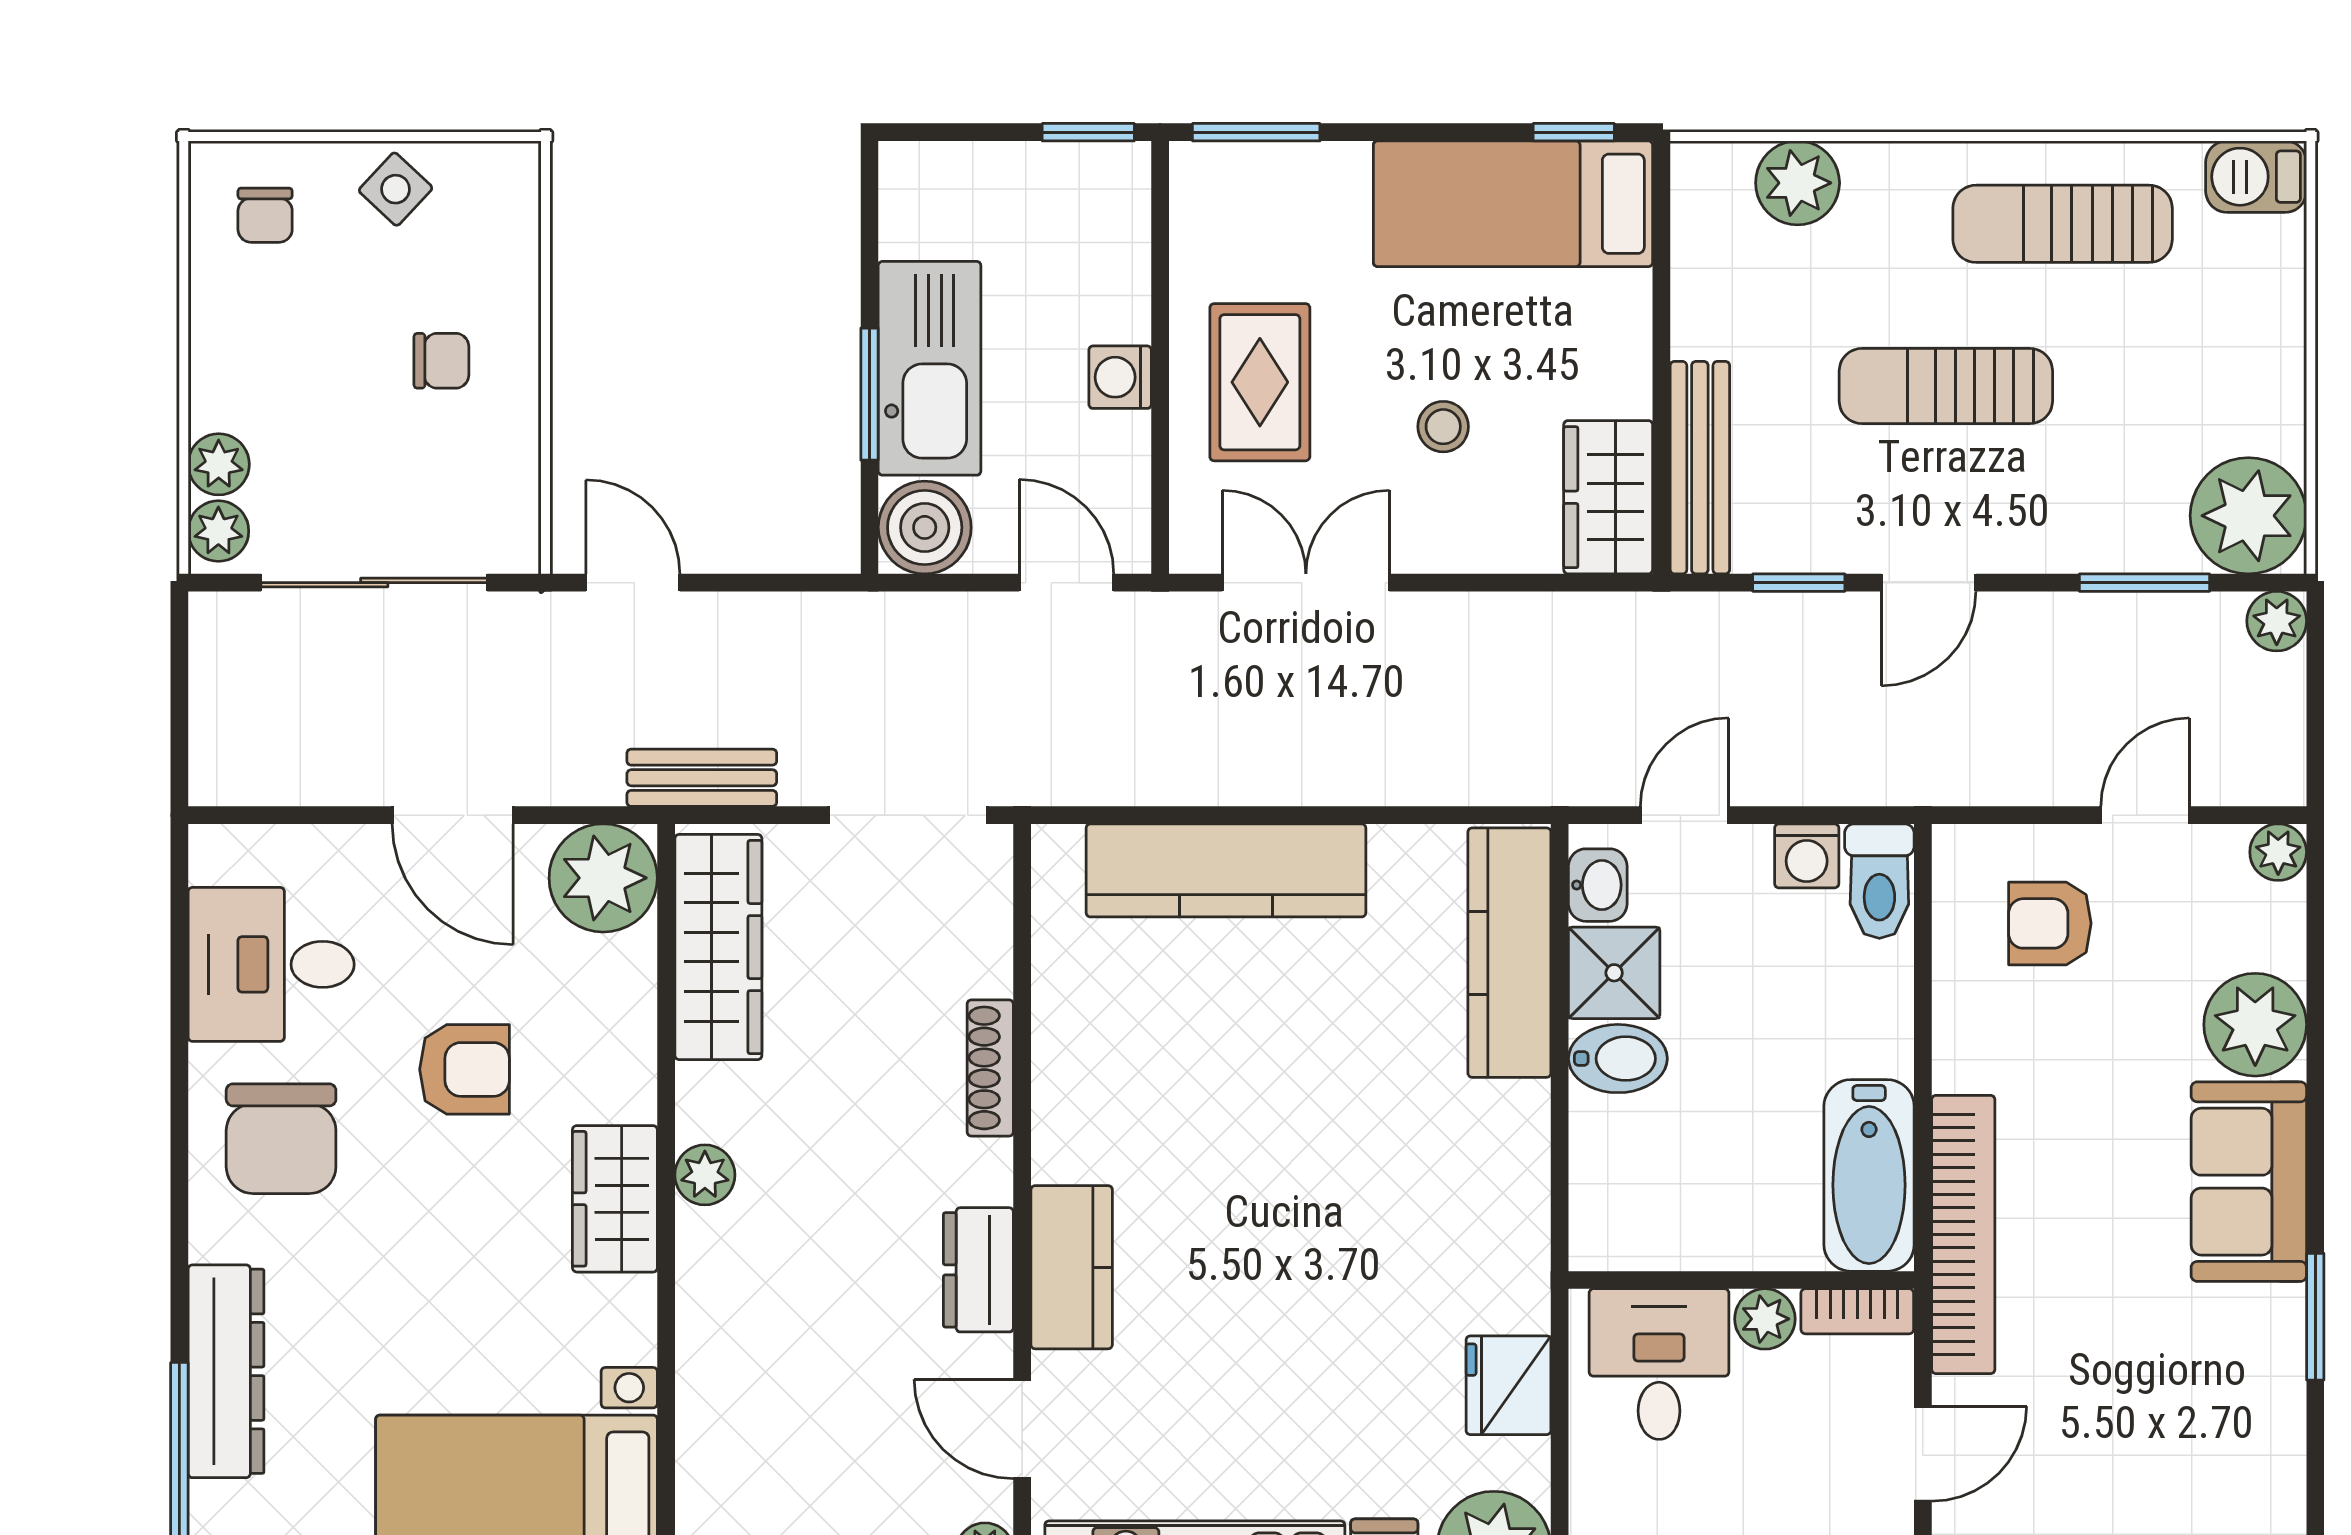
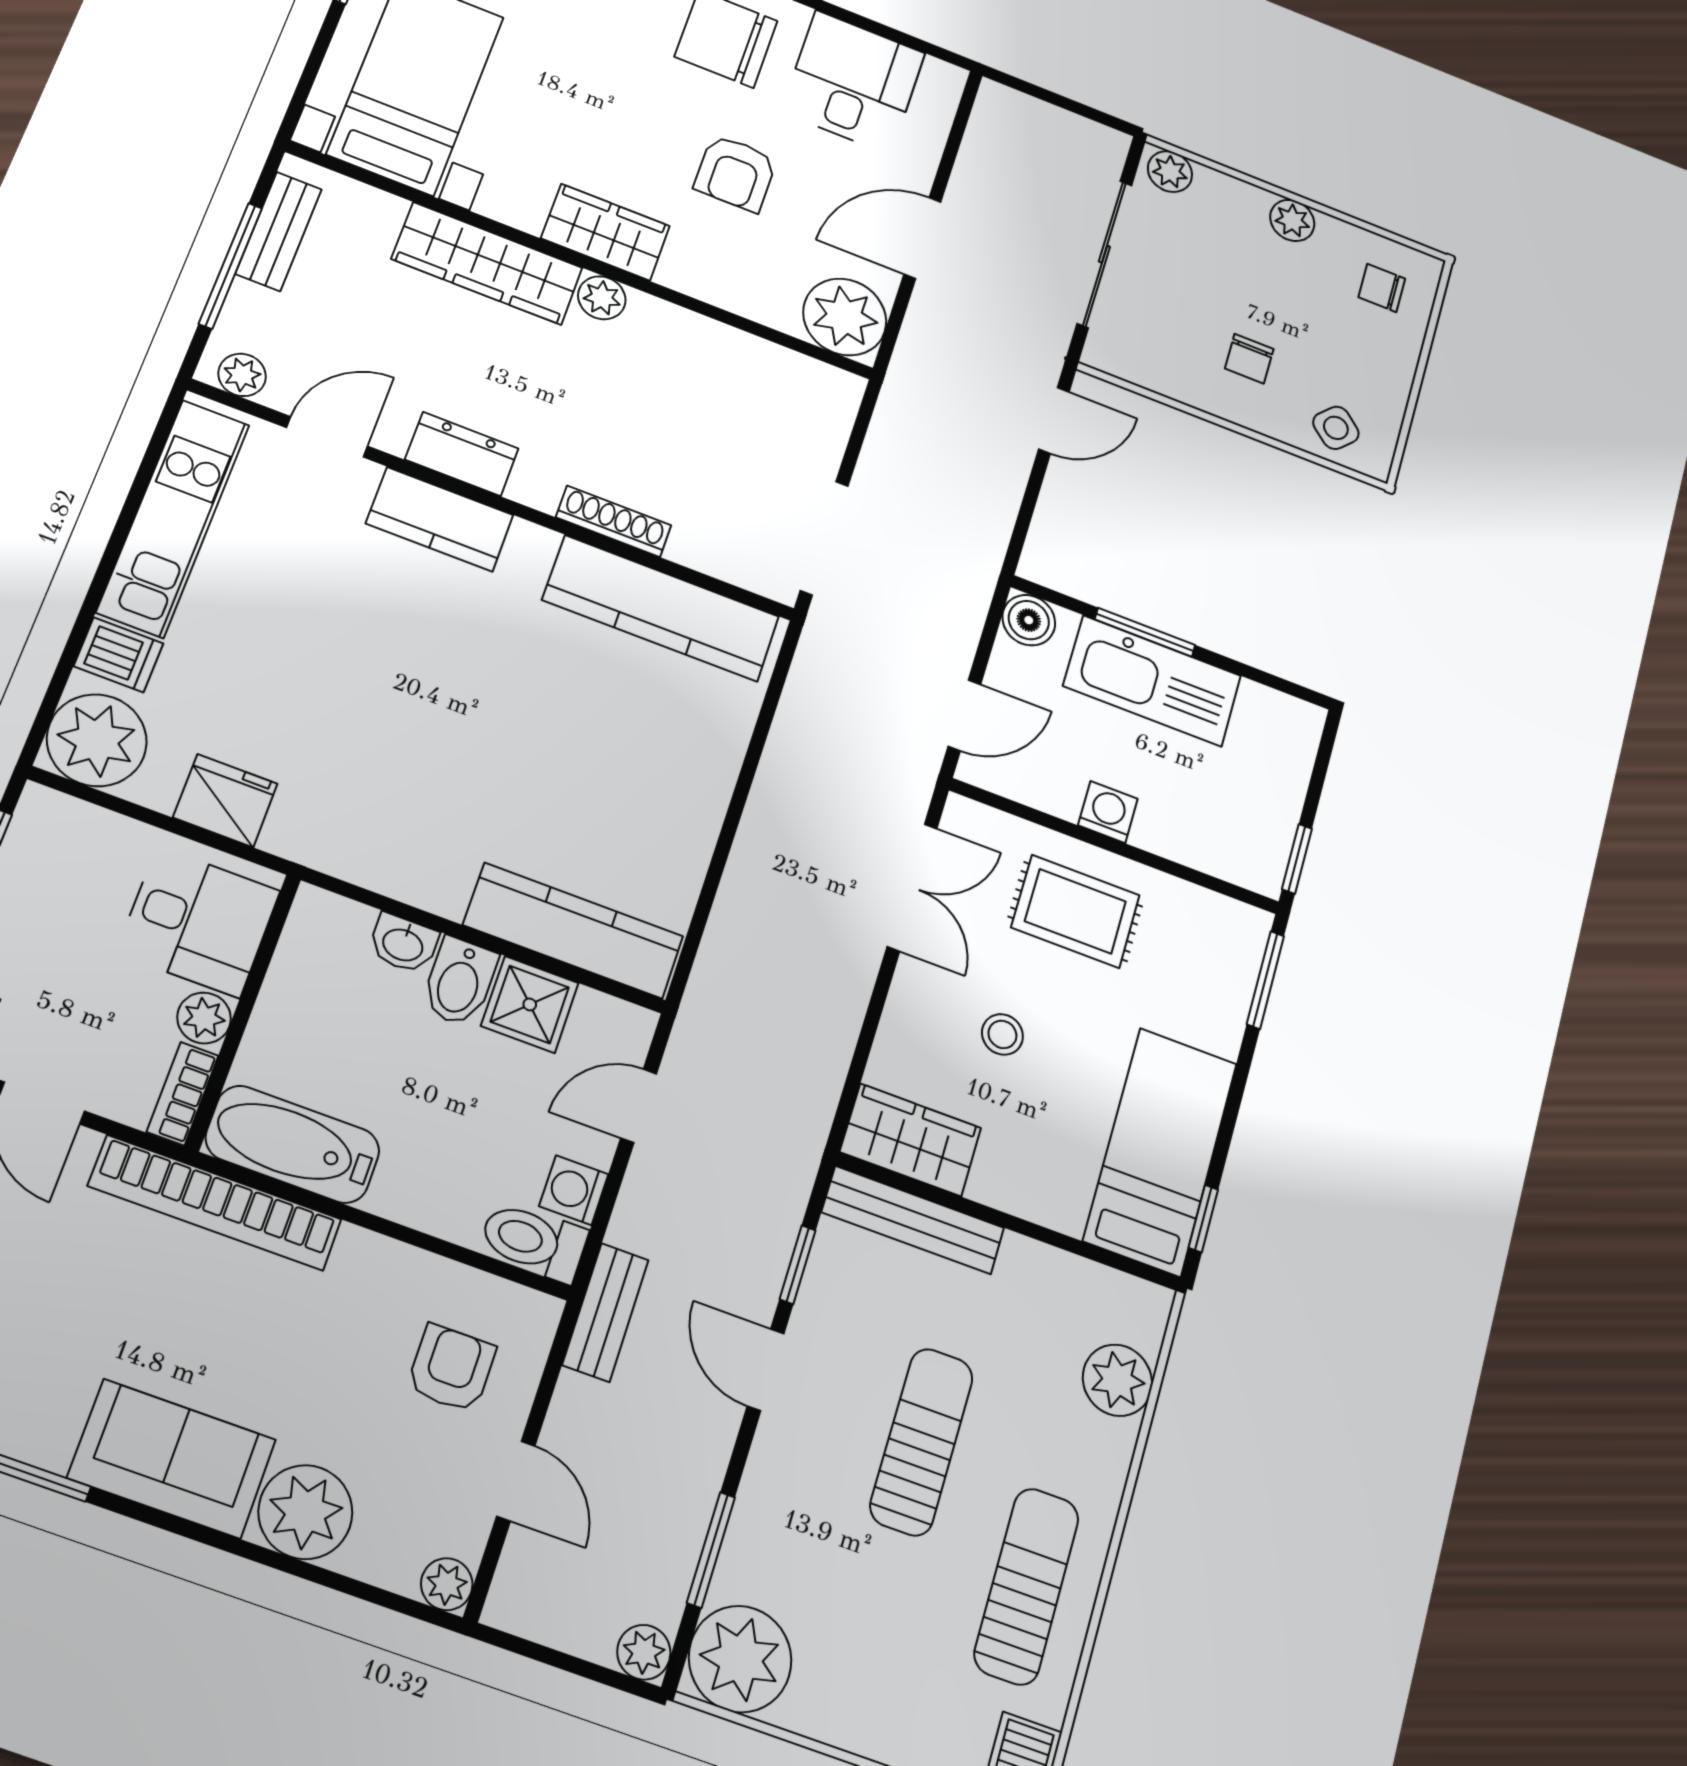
side table: (396, 189) -> (1336, 428), moved
plant: (219, 464) -> (1292, 220), moved
boiler: (925, 527) -> (1029, 620), width x0.73, depth x0.73
bench: (702, 778) -> (605, 1312), moved
door: (1685, 815) -> (639, 1106), swing flipped
kitchen counter: (1226, 870) -> (661, 608), moved, turned -90
washbasin: (1598, 885) -> (403, 944), moved
wardrobe: (718, 947) -> (487, 263), moved

